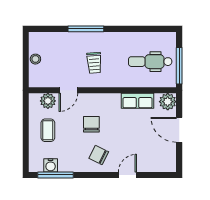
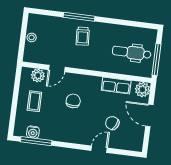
trolley: (94, 63) -> (83, 36), moved
chair: (99, 155) -> (112, 123), moved

